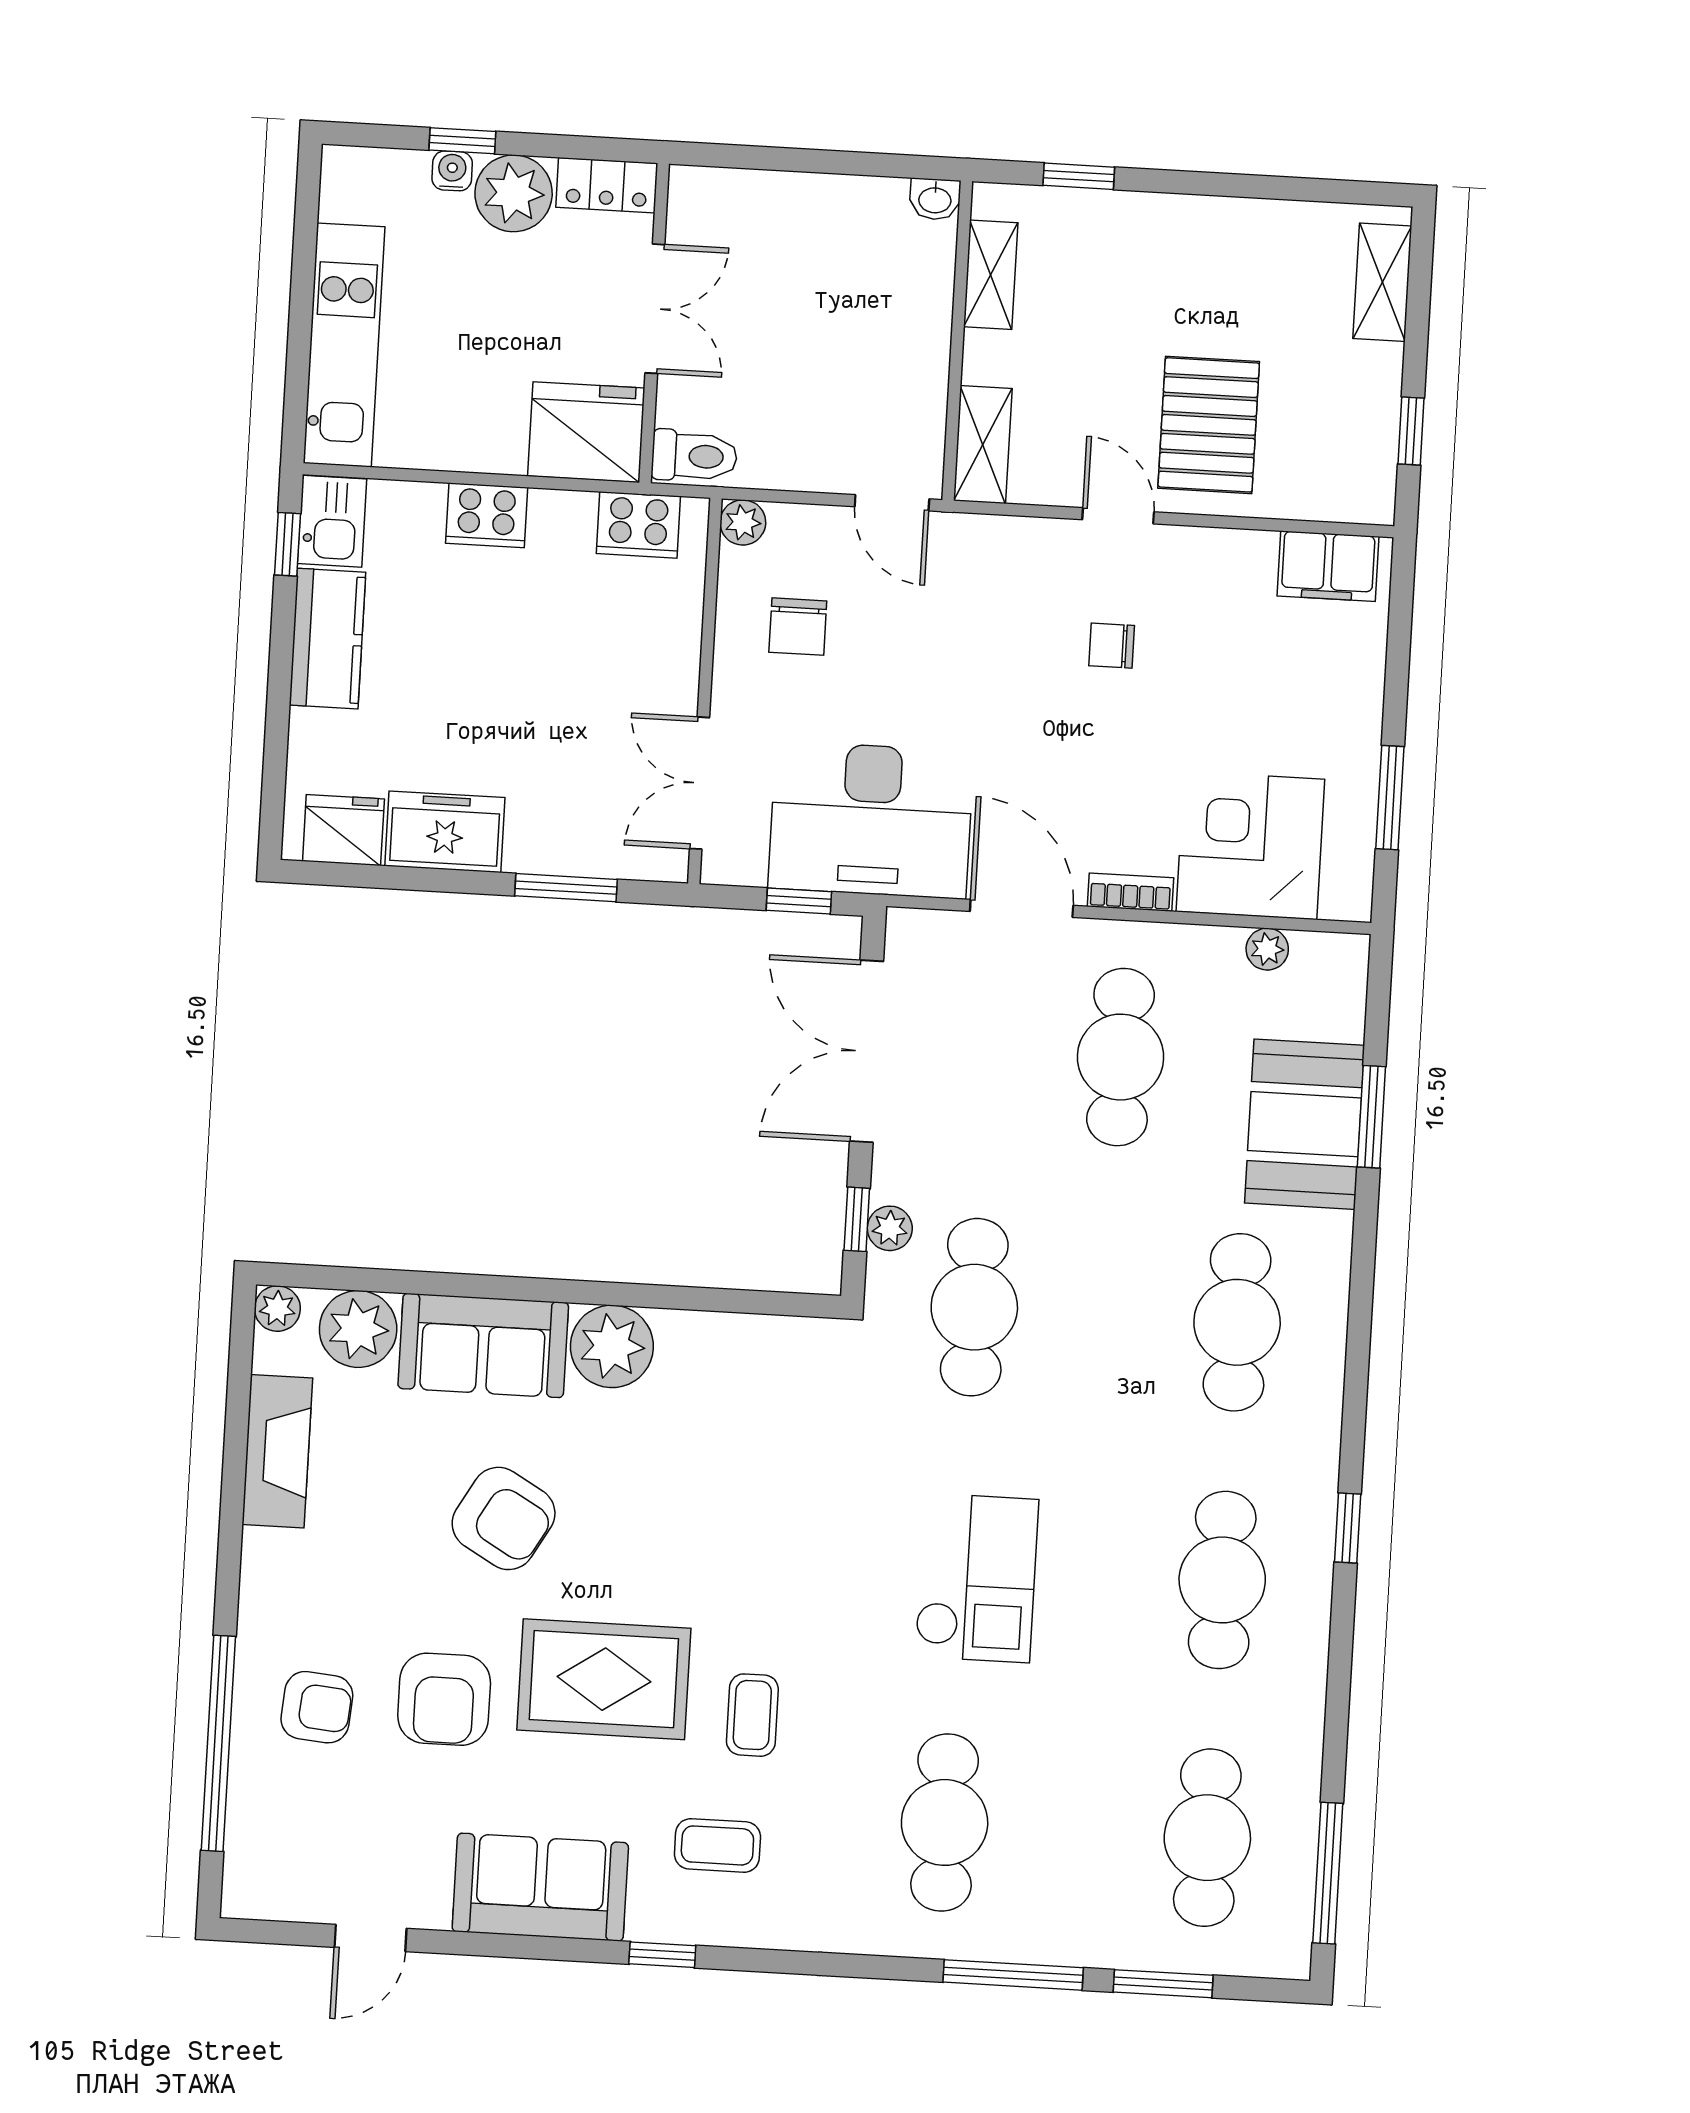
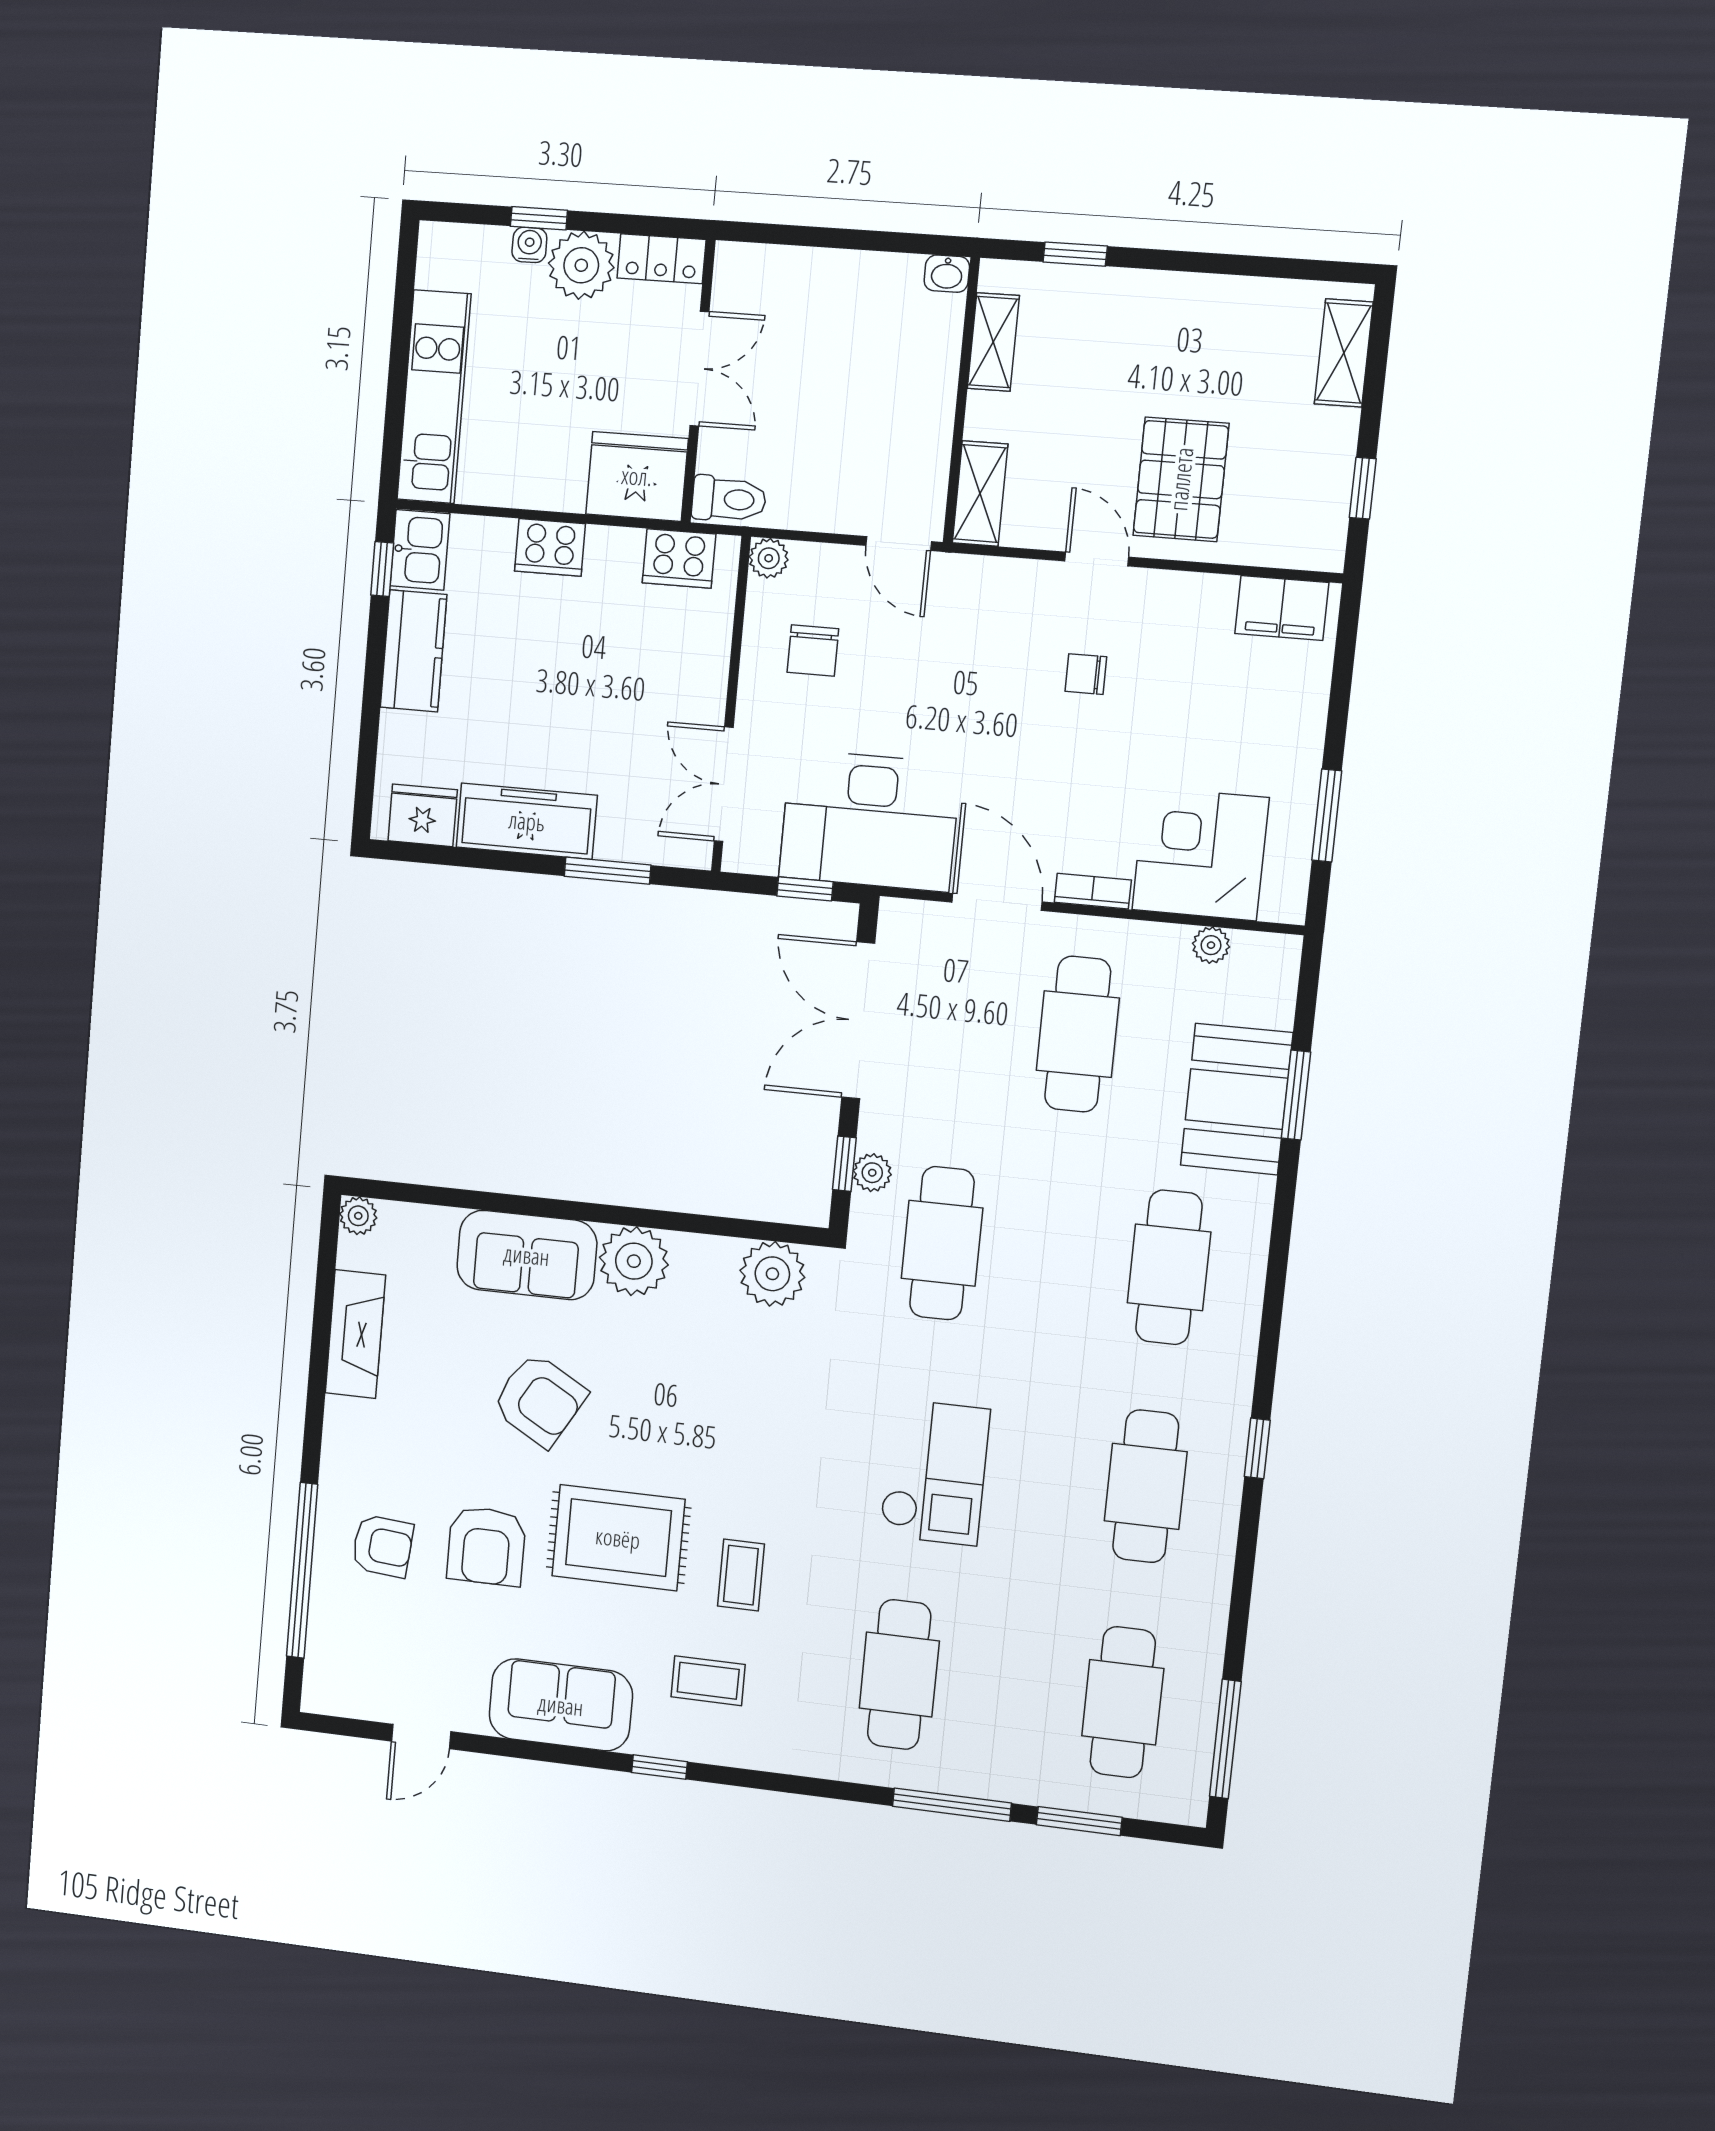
freezer: (445, 832) -> (527, 821), width x1.40
plant: (358, 1329) -> (772, 1274), moved

